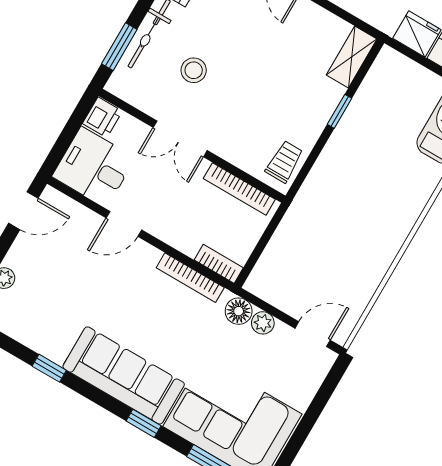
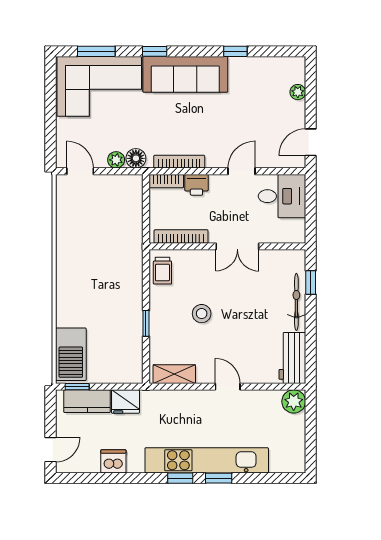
window: (119, 47) -> (311, 283), width x0.67
shelving: (352, 57) -> (174, 374), moved, turned 90
stool: (194, 70) -> (202, 314), moved
printer: (102, 117) -> (196, 185), moved, turned -90
double door: (180, 139) -> (237, 246), swing flipped
door: (313, 334) -> (80, 171), swing flipped

